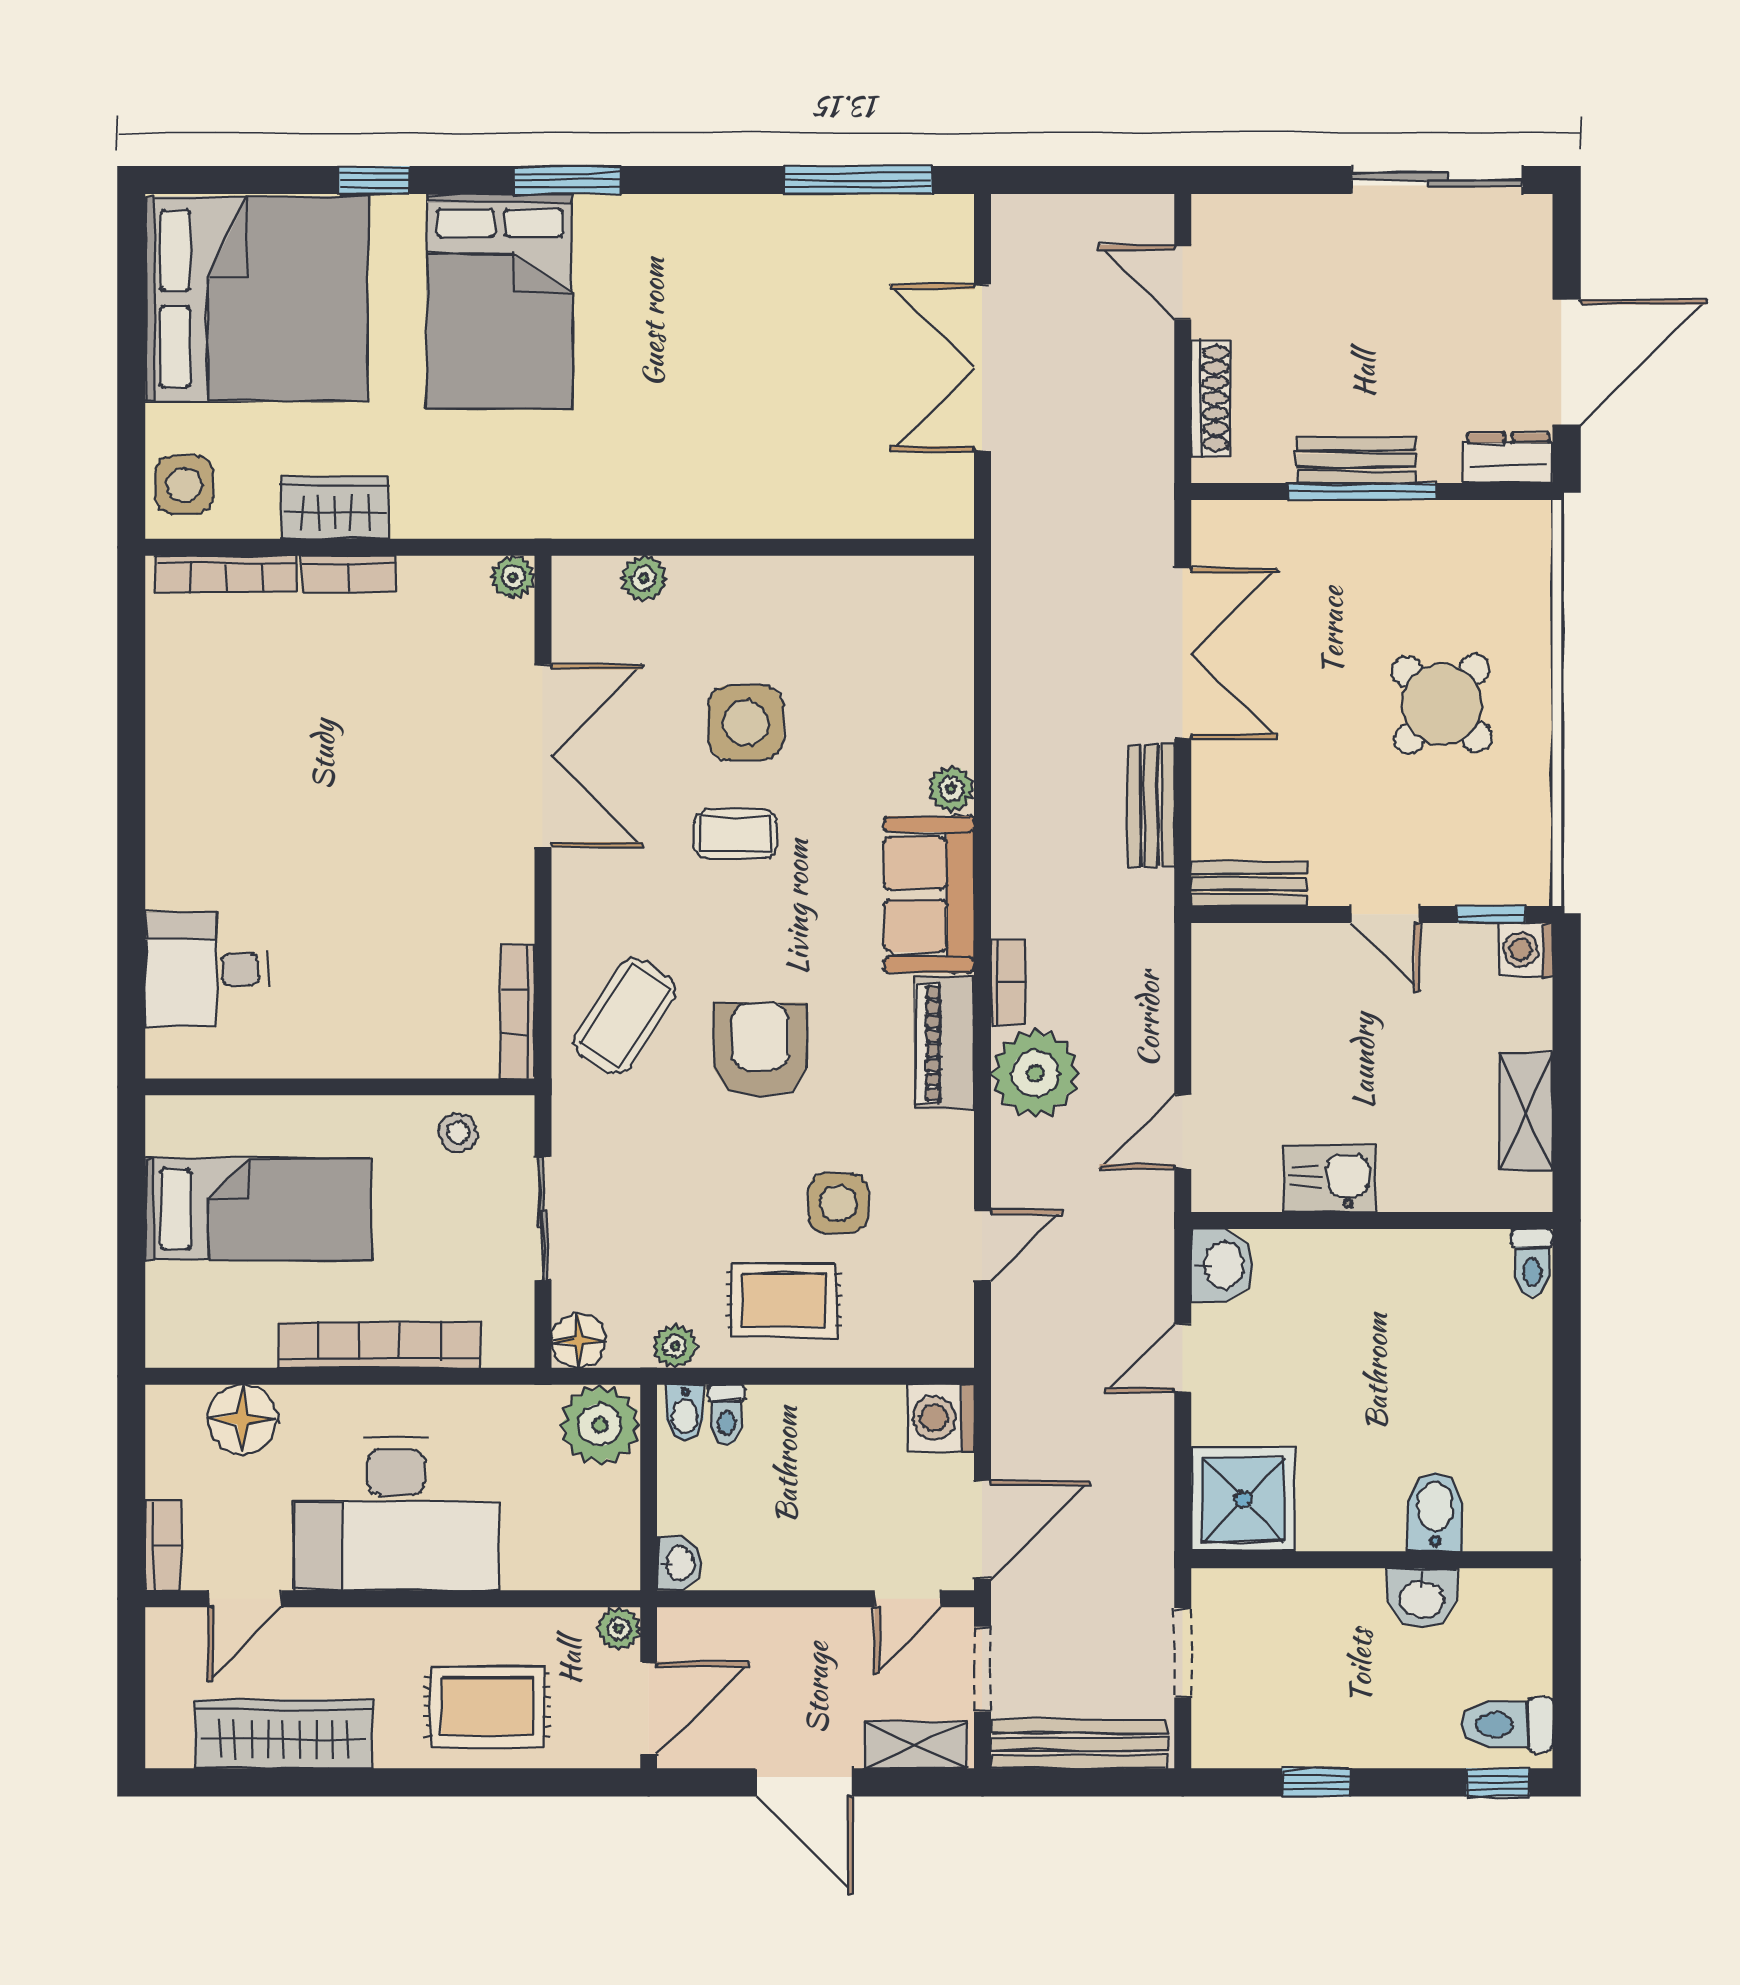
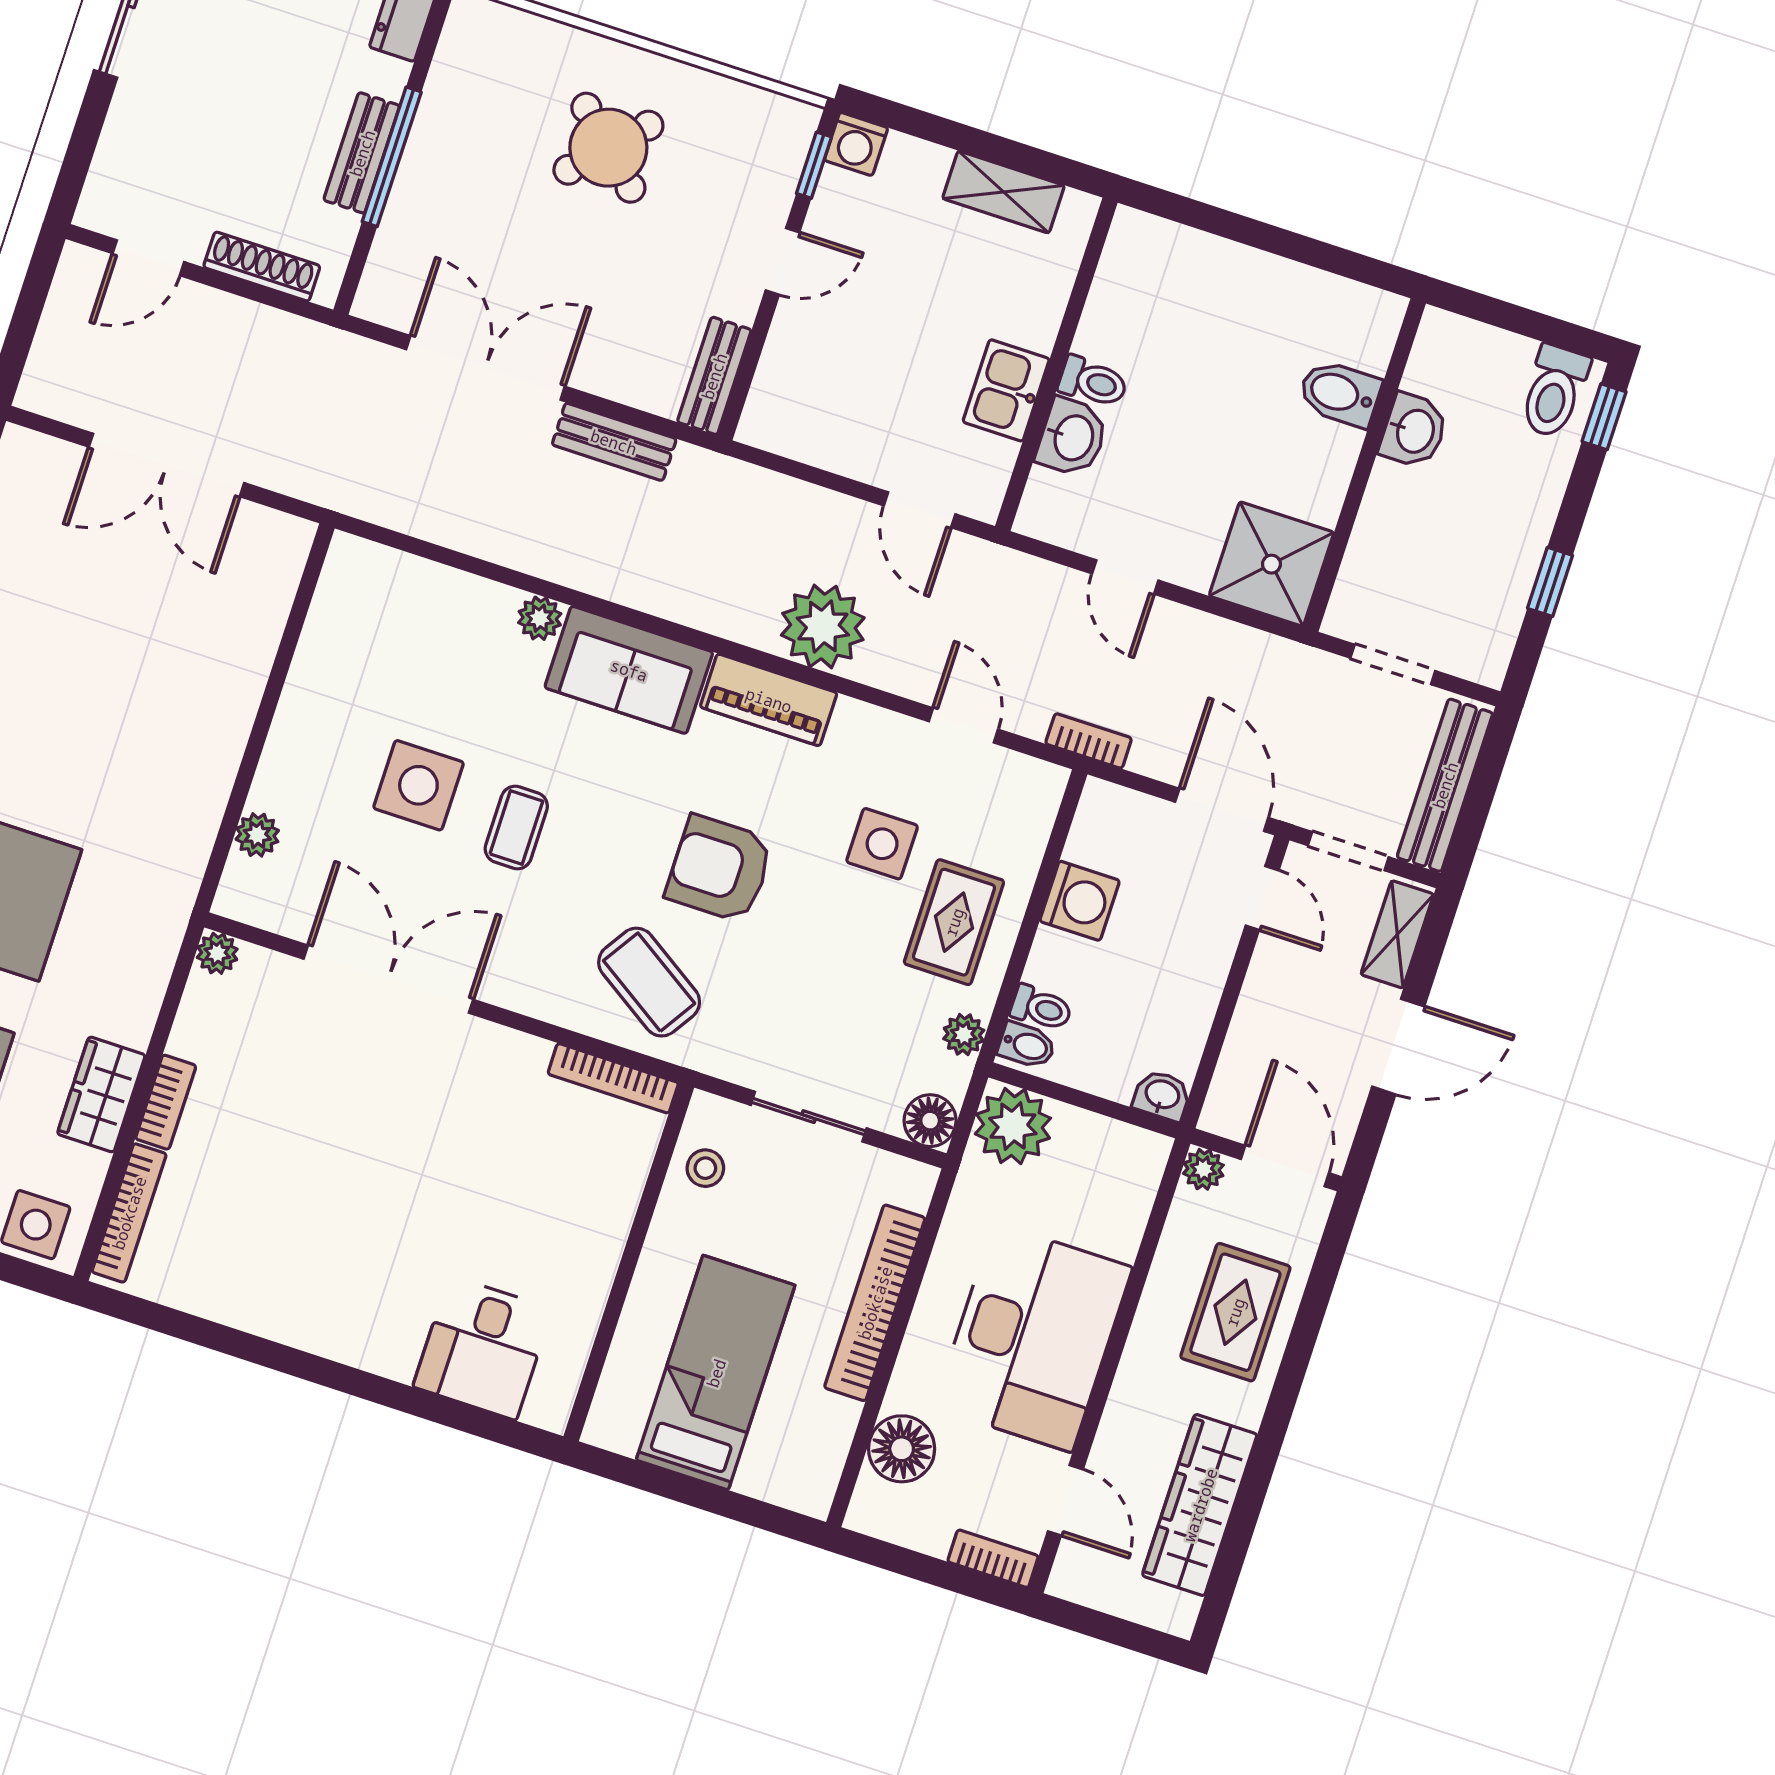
bookcase: (1008, 982) -> (1089, 741), moved
toilet: (1532, 1263) -> (1093, 382), moved
washbasin: (1222, 1266) -> (1072, 437), moved, turned 90
washing machine: (941, 1418) -> (1080, 901), moved, turned -90

